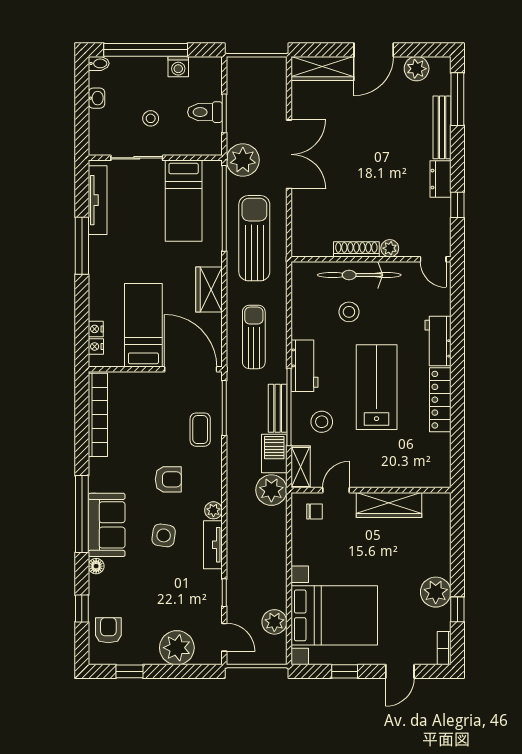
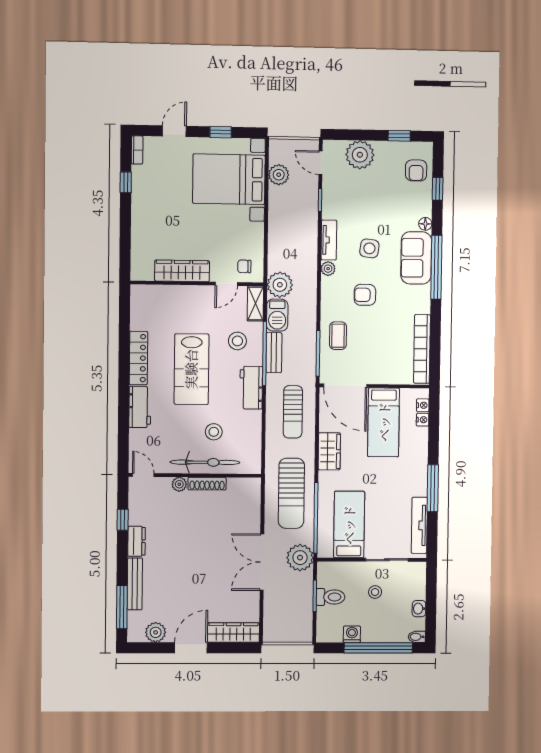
plant: (436, 592) -> (144, 197), removed

